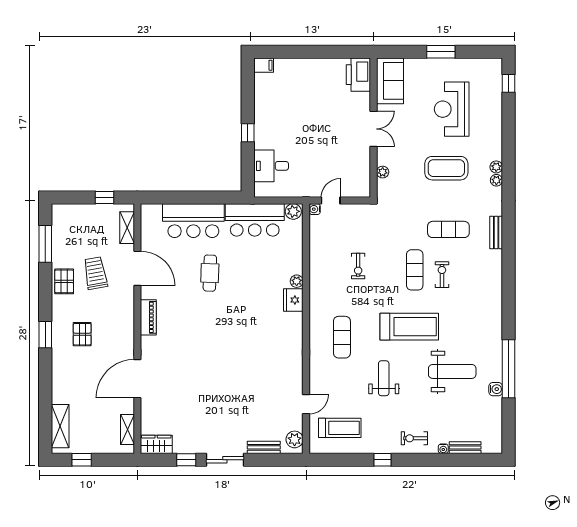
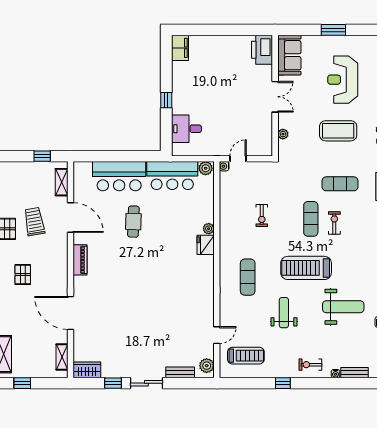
filing cabinet: (264, 65) -> (180, 48), width x2.00
treadmill: (409, 327) -> (306, 268), turned 180
door: (137, 379) -> (71, 313), hinge flipped

